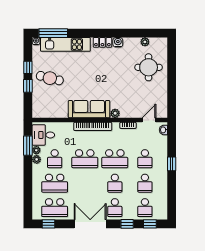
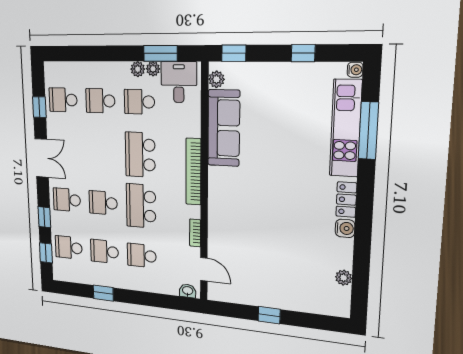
window: (53, 33) -> (368, 131), moved
round table: (149, 67) -> (296, 279), removed
cafe table: (50, 78) -> (281, 96), removed
window: (172, 81) -> (269, 315), added
window: (28, 86) -> (234, 53), moved
sofa: (89, 109) -> (224, 128), moved
plant: (115, 113) -> (217, 79), moved
window: (172, 164) -> (103, 293), moved
school desk: (55, 183) -> (100, 101), width x0.54
school desk: (55, 208) -> (63, 100), width x0.54
window: (49, 224) -> (39, 107), moved
double door: (90, 224) -> (42, 158), width x0.73

